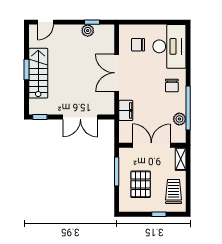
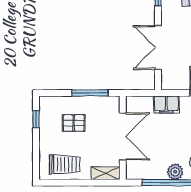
plant: (179, 119) -> (175, 172), moved
pallet: (141, 184) -> (74, 123), width x0.67, depth x0.71
window: (159, 214) -> (36, 119), moved

